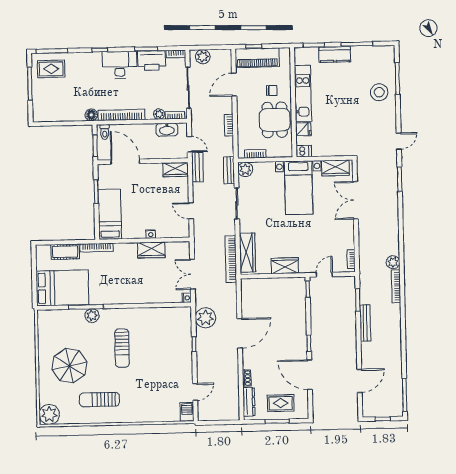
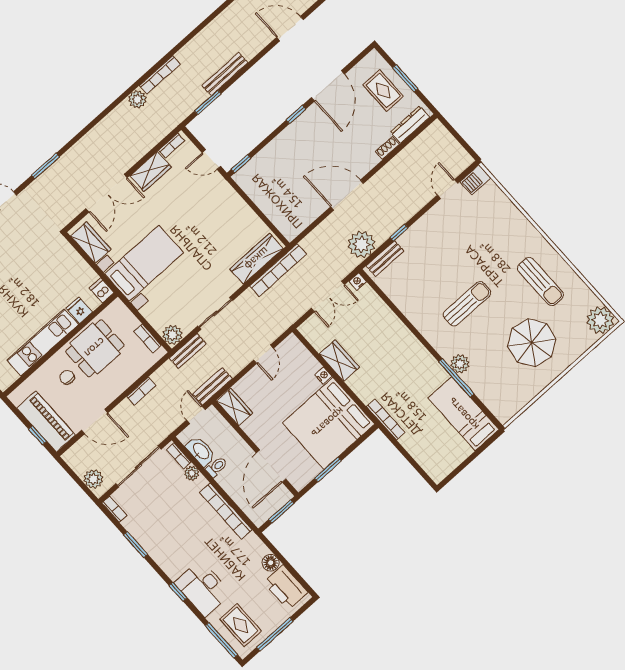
printer: (152, 61) -> (286, 587), moved, turned 180
desk: (120, 65) -> (203, 588), moved
floor lamp: (91, 115) -> (271, 563), moved
toilet: (105, 132) -> (217, 467), moved
bed: (110, 214) -> (328, 423), width x2.04
cot: (65, 252) -> (418, 448), removed
wardrobe: (285, 266) -> (151, 171), moved, turned -90
bed: (62, 288) -> (463, 414), width x0.67
bench: (186, 324) -> (385, 259), added
door: (195, 392) -> (448, 189), hinge flipped

